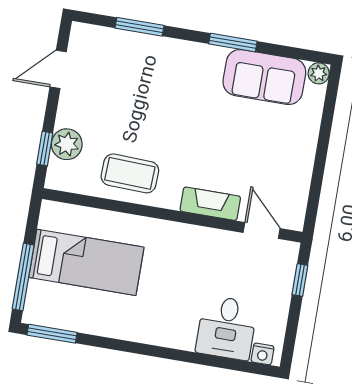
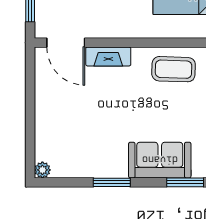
sofa: (264, 77) -> (160, 160), moved
door: (262, 230) -> (66, 43), width x1.38

